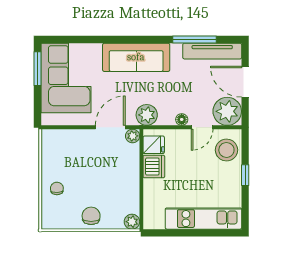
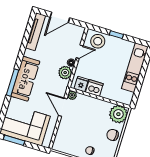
window: (194, 40) -> (12, 83), moved
plant: (227, 111) -> (75, 34), removed
plant: (147, 115) -> (65, 73), moved
door: (202, 127) -> (80, 52), hinge flipped
plant: (132, 222) -> (118, 114), width x1.88, depth x1.88

